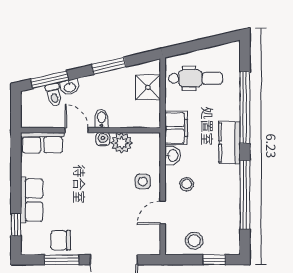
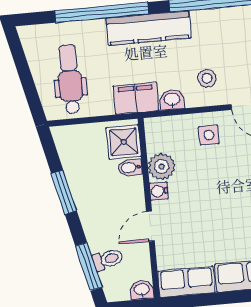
washbasin: (70, 87) -> (142, 290), moved, turned -77
shower: (148, 87) -> (124, 142), moved
bidet: (102, 119) -> (130, 168), moved
row of seats: (42, 143) -> (186, 282), moved, turned -90
kitchen counter: (229, 143) -> (149, 28), width x1.50

